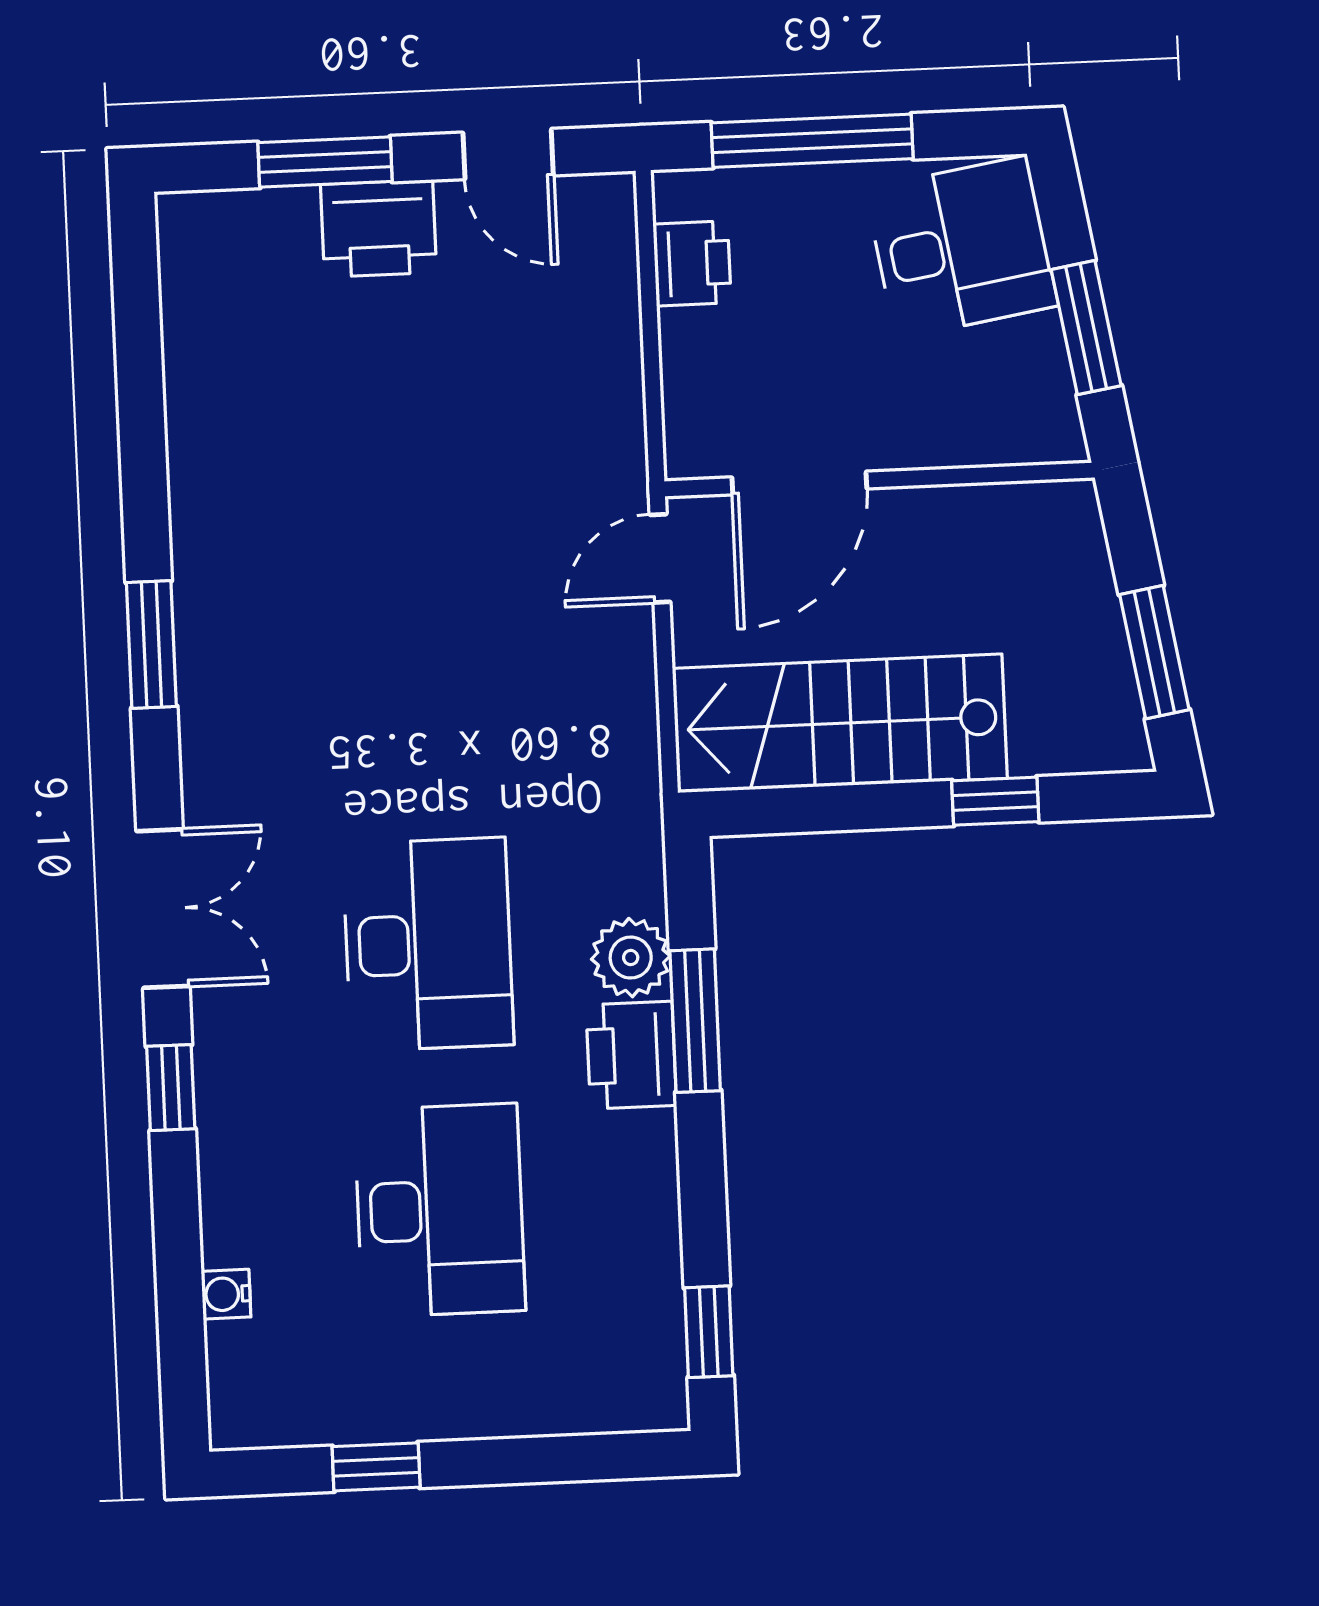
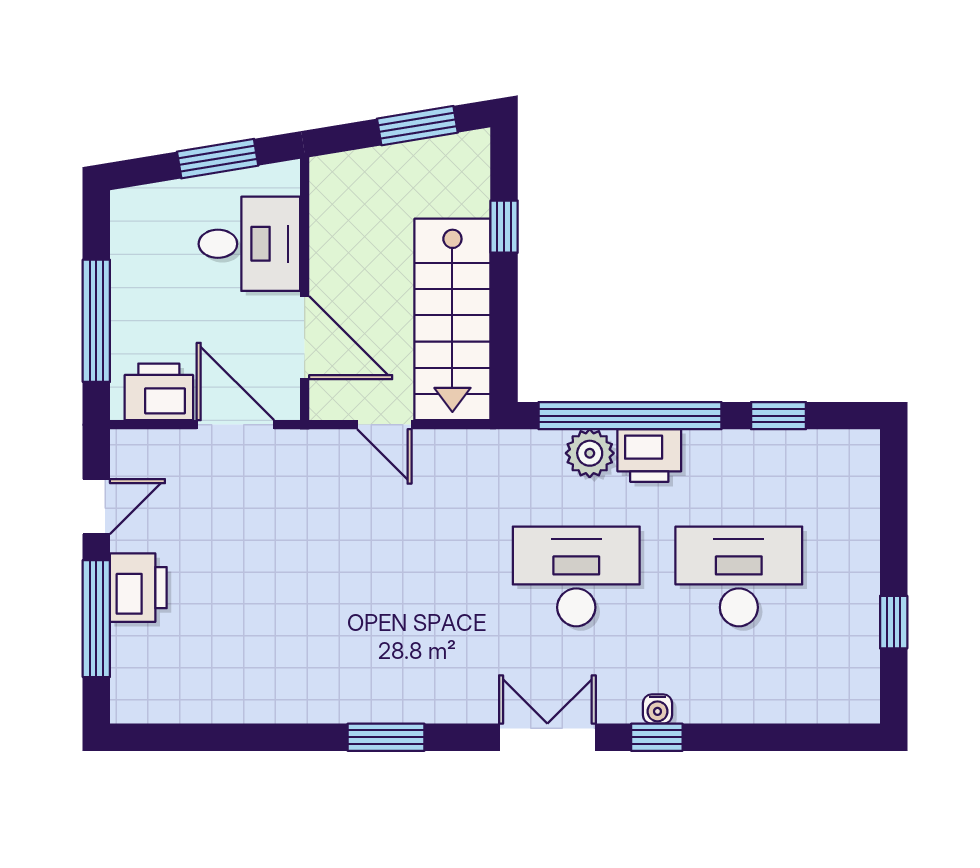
window: (325, 162) -> (96, 619), width x1.44
desk: (962, 247) -> (249, 244), moved, turned 99
printer: (692, 263) -> (159, 392), width x1.36, depth x1.24
door: (652, 376) -> (235, 425), added
door: (660, 558) -> (384, 425), moved
window: (695, 1021) -> (630, 416), width x2.11
water cooler: (226, 1294) -> (657, 709), moved
window: (709, 1332) -> (778, 416), moved

